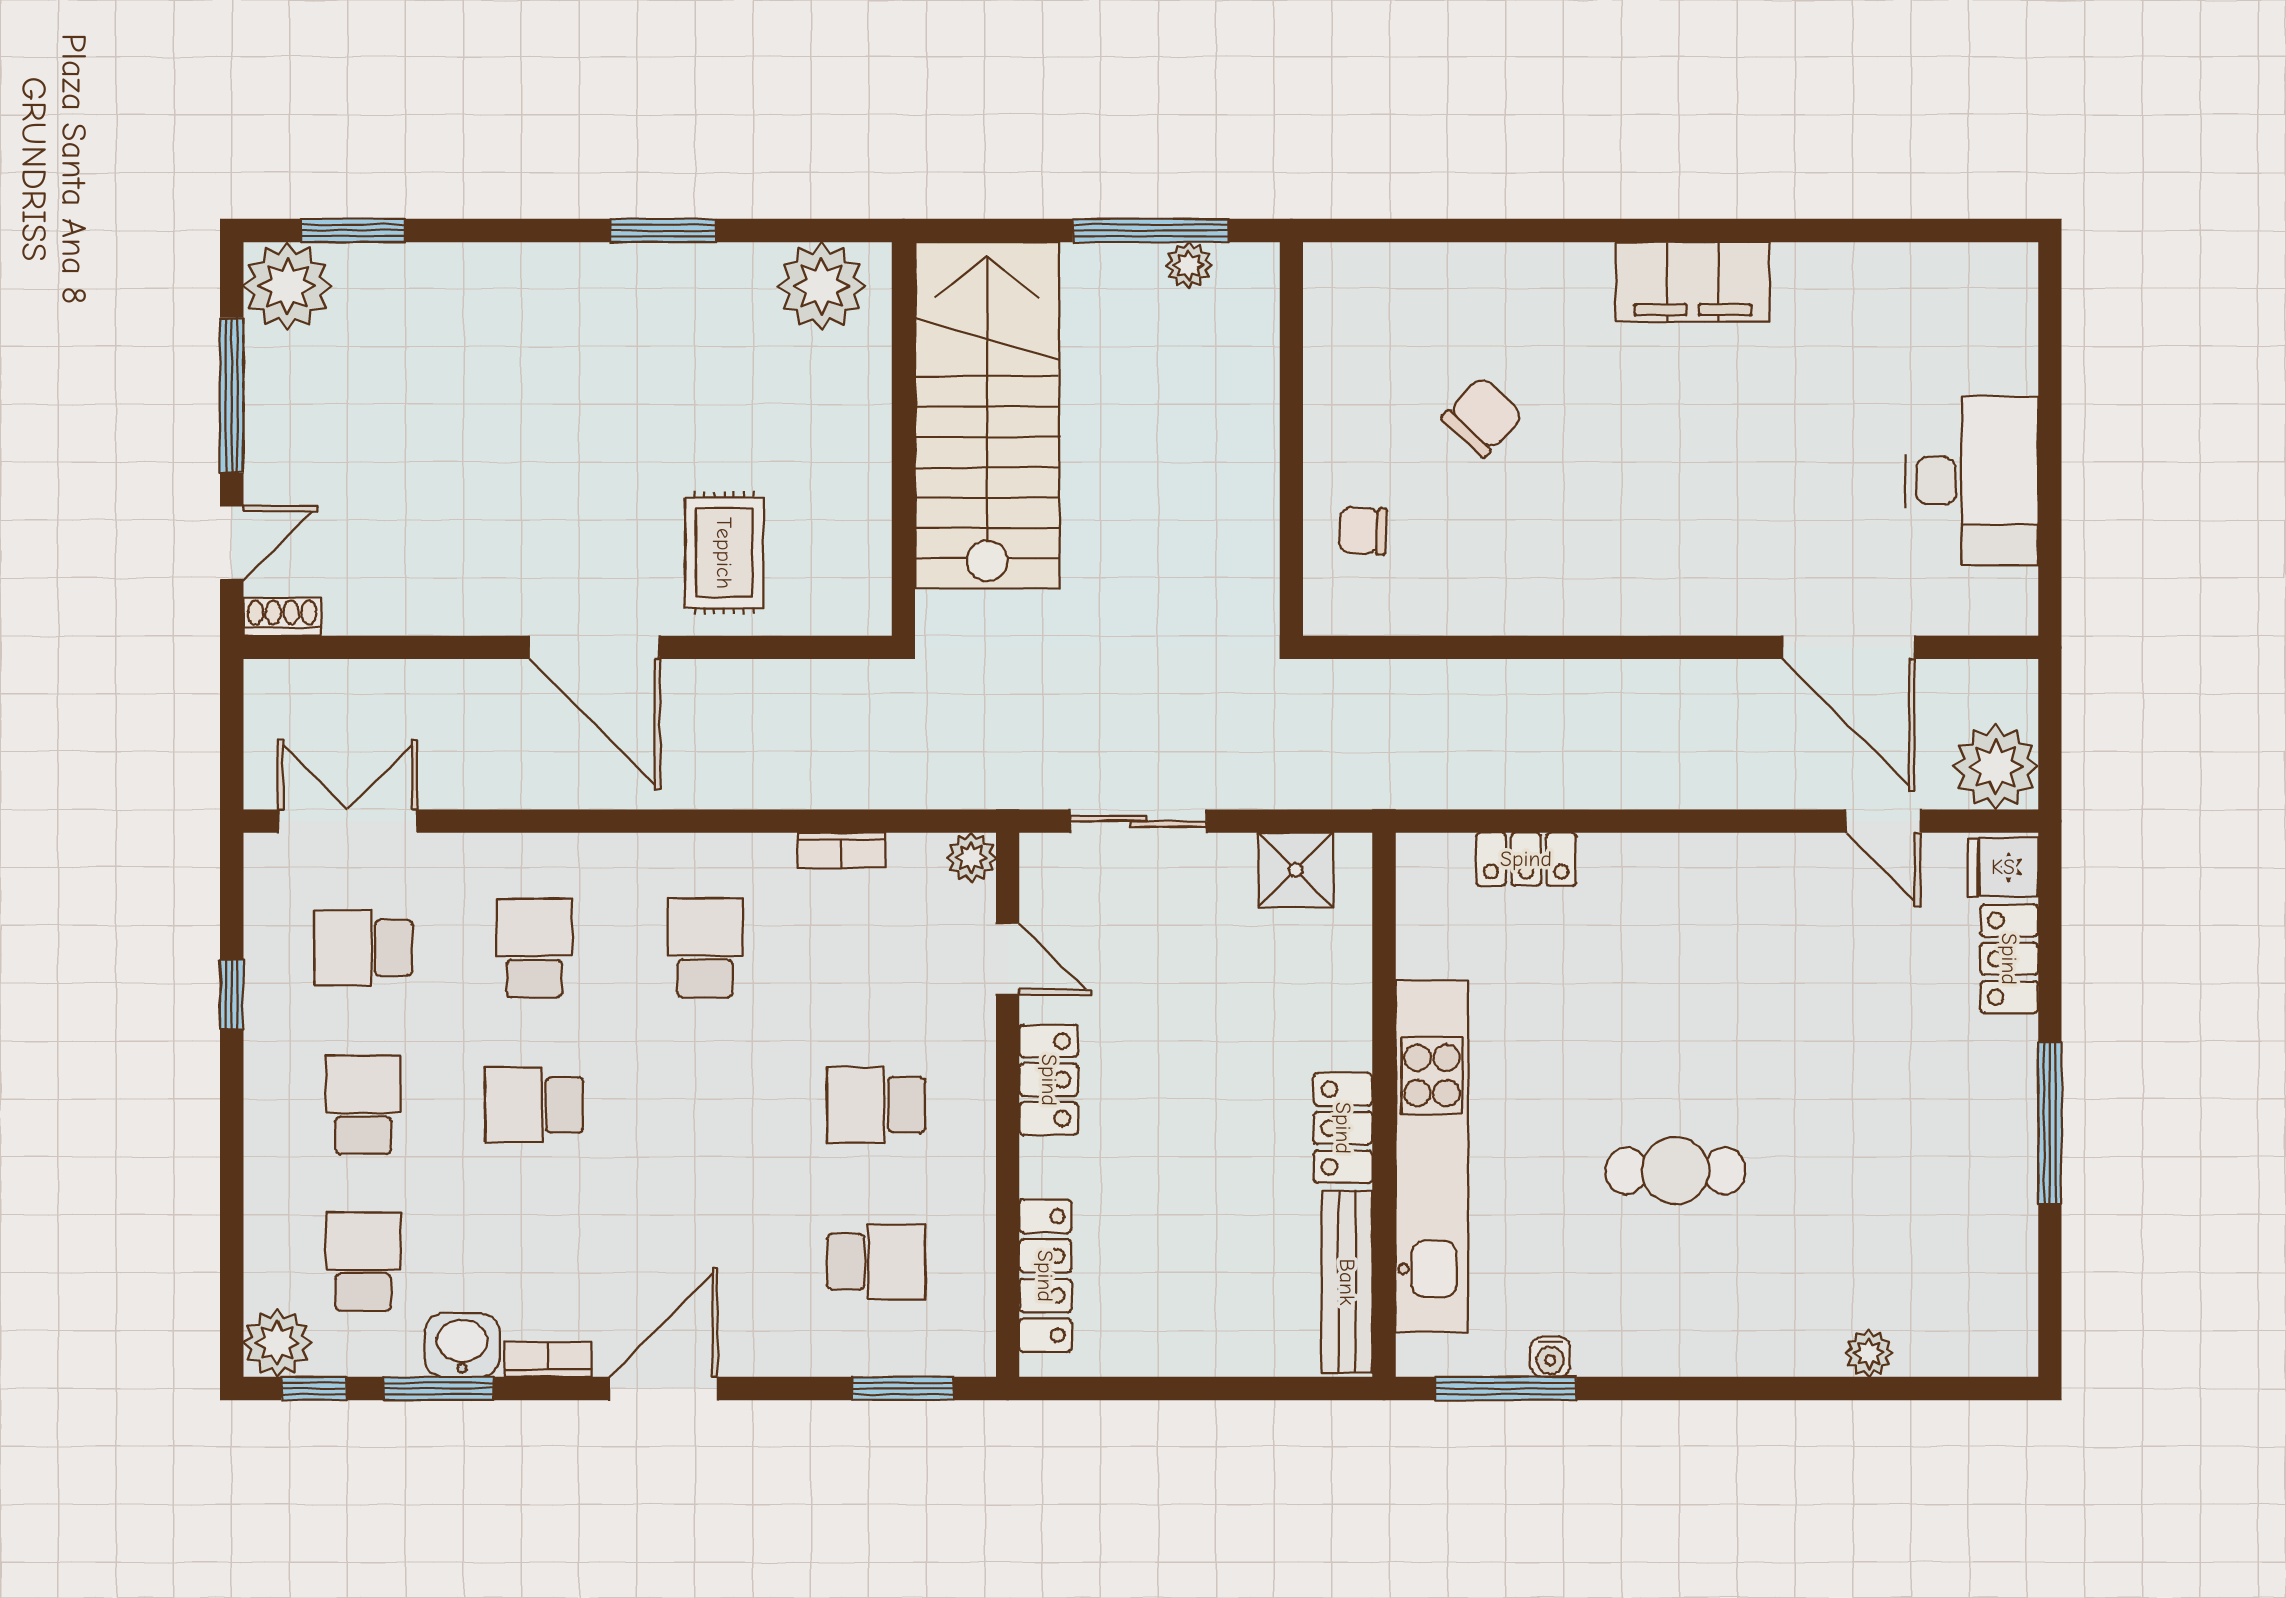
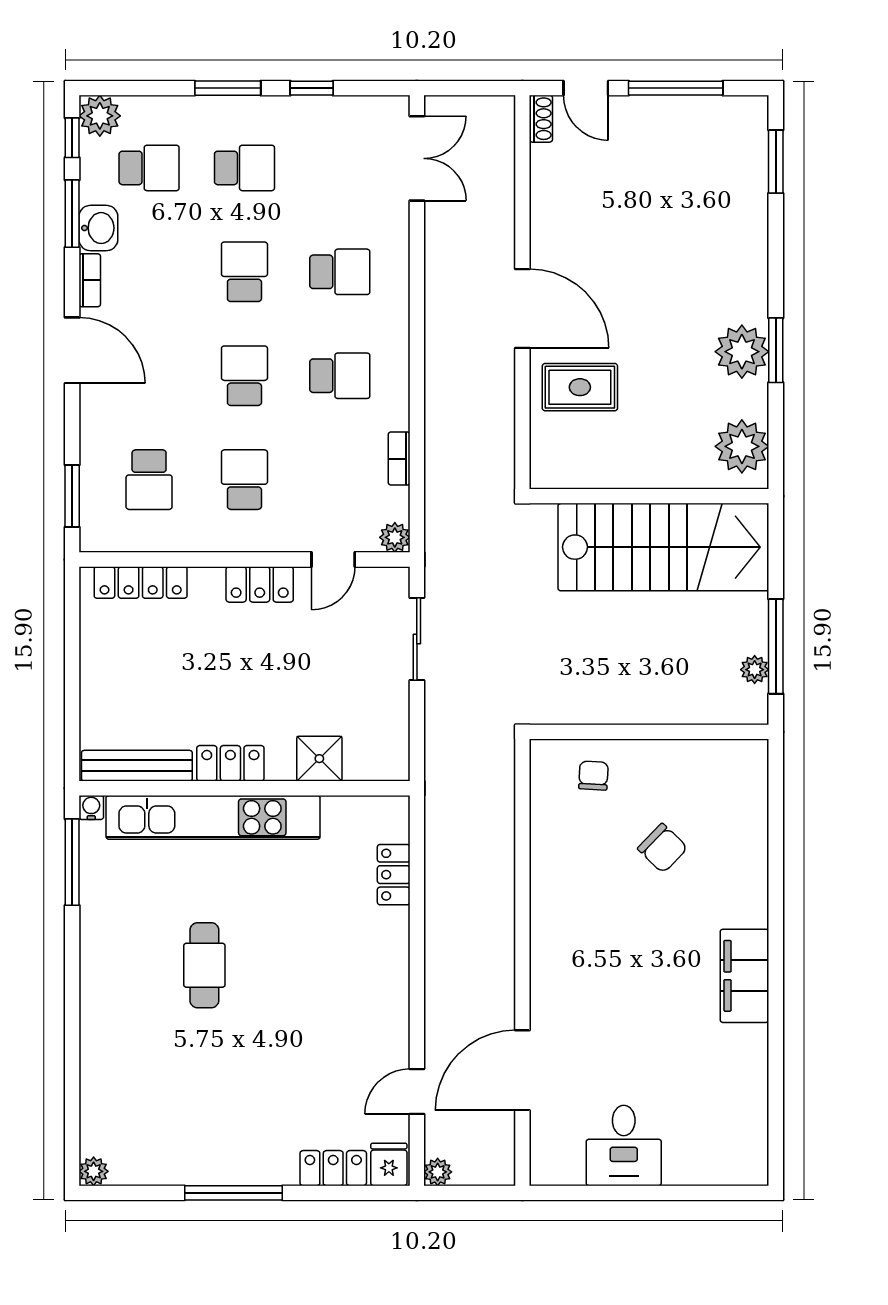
plant: (287, 286) -> (742, 352), moved
desk: (1972, 481) -> (624, 1145), width x0.73
door: (595, 647) -> (522, 309), swing flipped
plant: (1996, 767) -> (438, 1172), width x0.53, depth x0.53
shower: (1296, 870) -> (319, 759), moved
school desk: (363, 948) -> (244, 376), moved
window: (232, 1132) -> (228, 88), added
plant: (1869, 1353) -> (94, 1171), moved
water cooler: (1550, 1357) -> (91, 807), moved, turned 90

